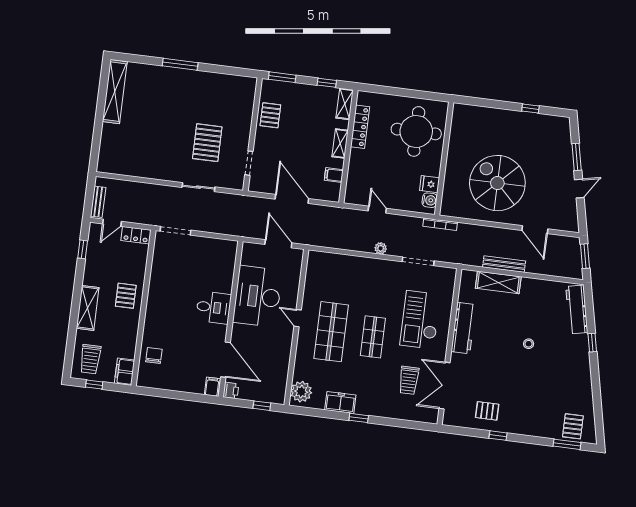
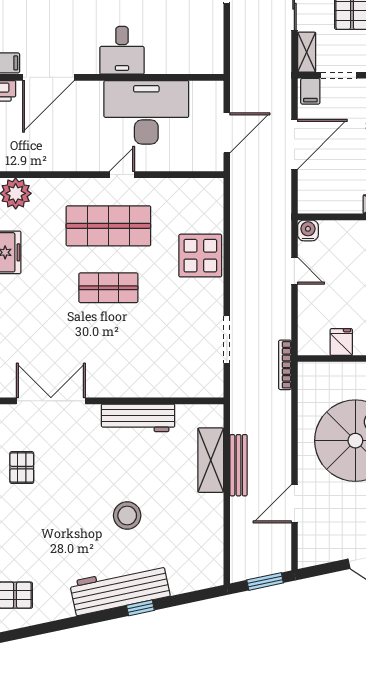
filing cabinet: (334, 175) -> (310, 91), moved, turned 180
shelving: (230, 183) -> (307, 52), added
water cooler: (430, 200) -> (308, 230), moved, turned 180
door: (377, 210) -> (294, 271), hinge flipped
plant: (381, 248) -> (239, 283), removed
display table: (359, 272) -> (200, 256), added
workbench: (577, 310) -> (120, 589), moved, width x1.36, depth x1.32
checkout: (420, 320) -> (142, 353), removed
stool: (529, 344) -> (127, 515), width x1.89, depth x1.89
trolley: (409, 380) -> (52, 348), removed

